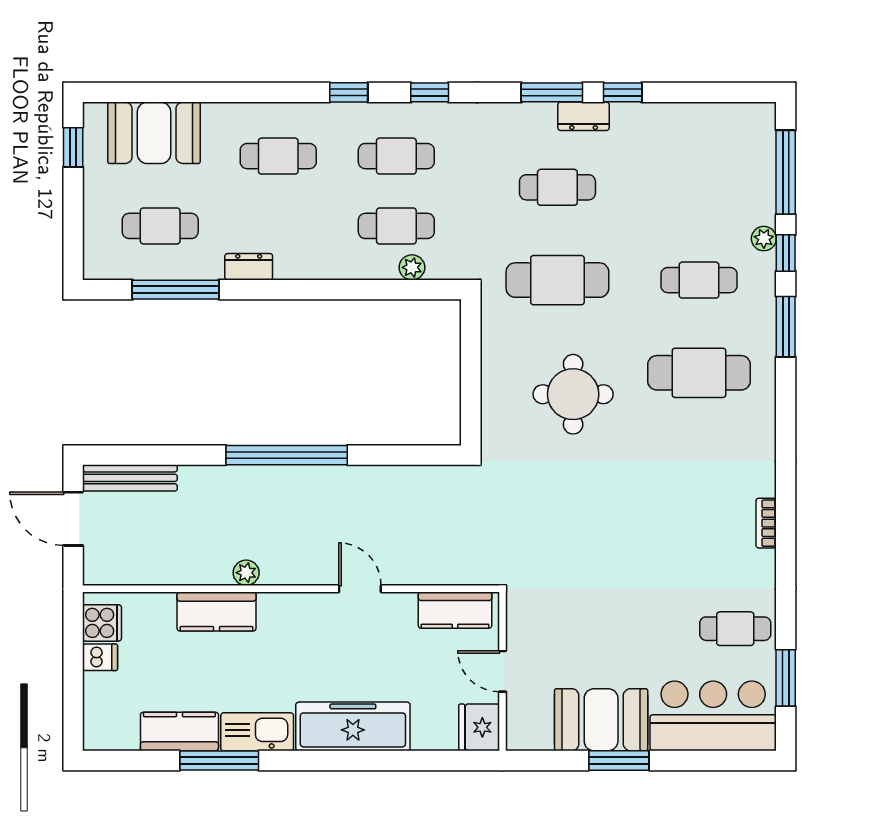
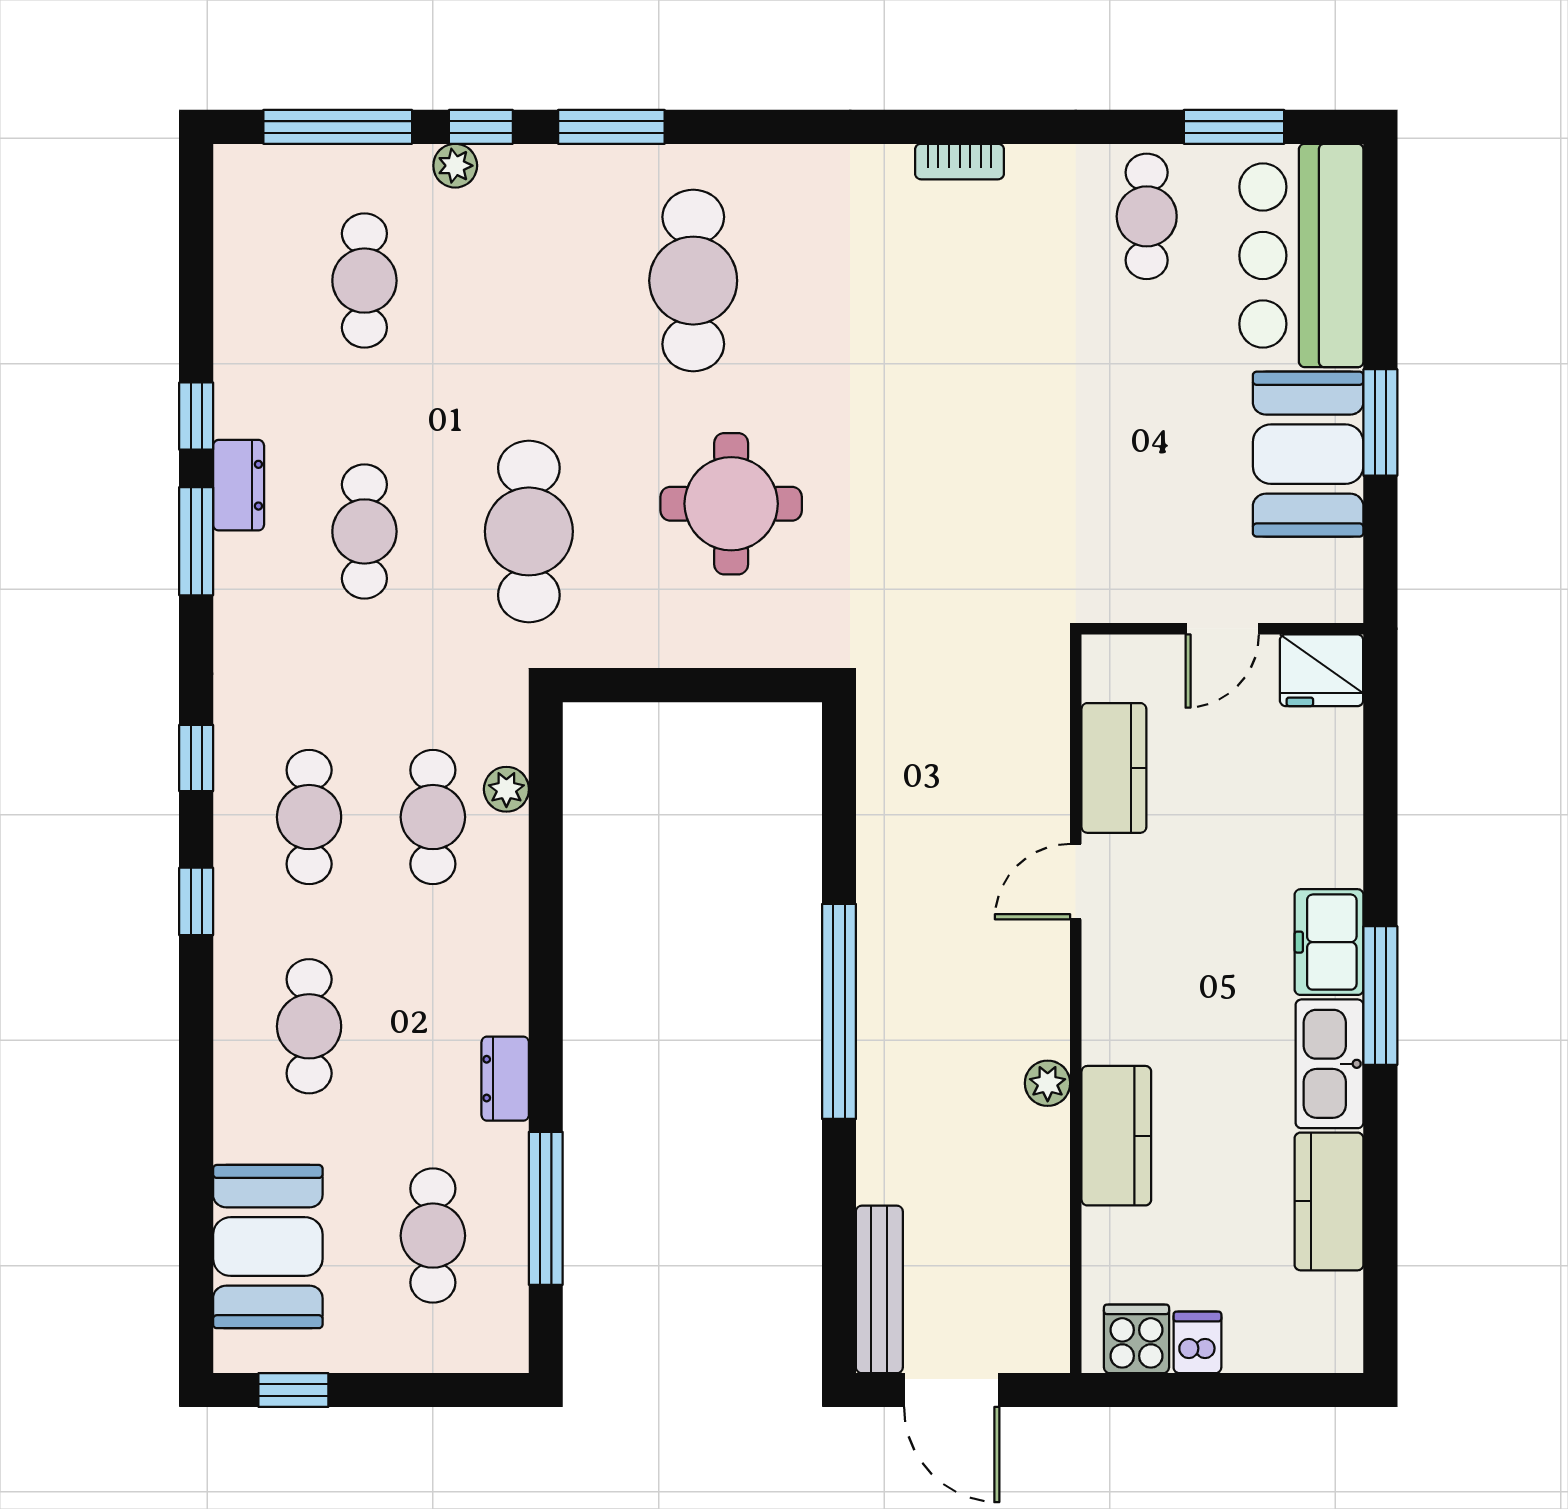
cafe table: (699, 280) -> (364, 281), moved
door: (73, 519) -> (952, 1390), hinge flipped
kitchen counter: (455, 610) -> (1114, 768), moved
freezer: (353, 726) -> (1329, 942), width x0.52, depth x0.79
window: (219, 760) -> (1380, 996), moved

